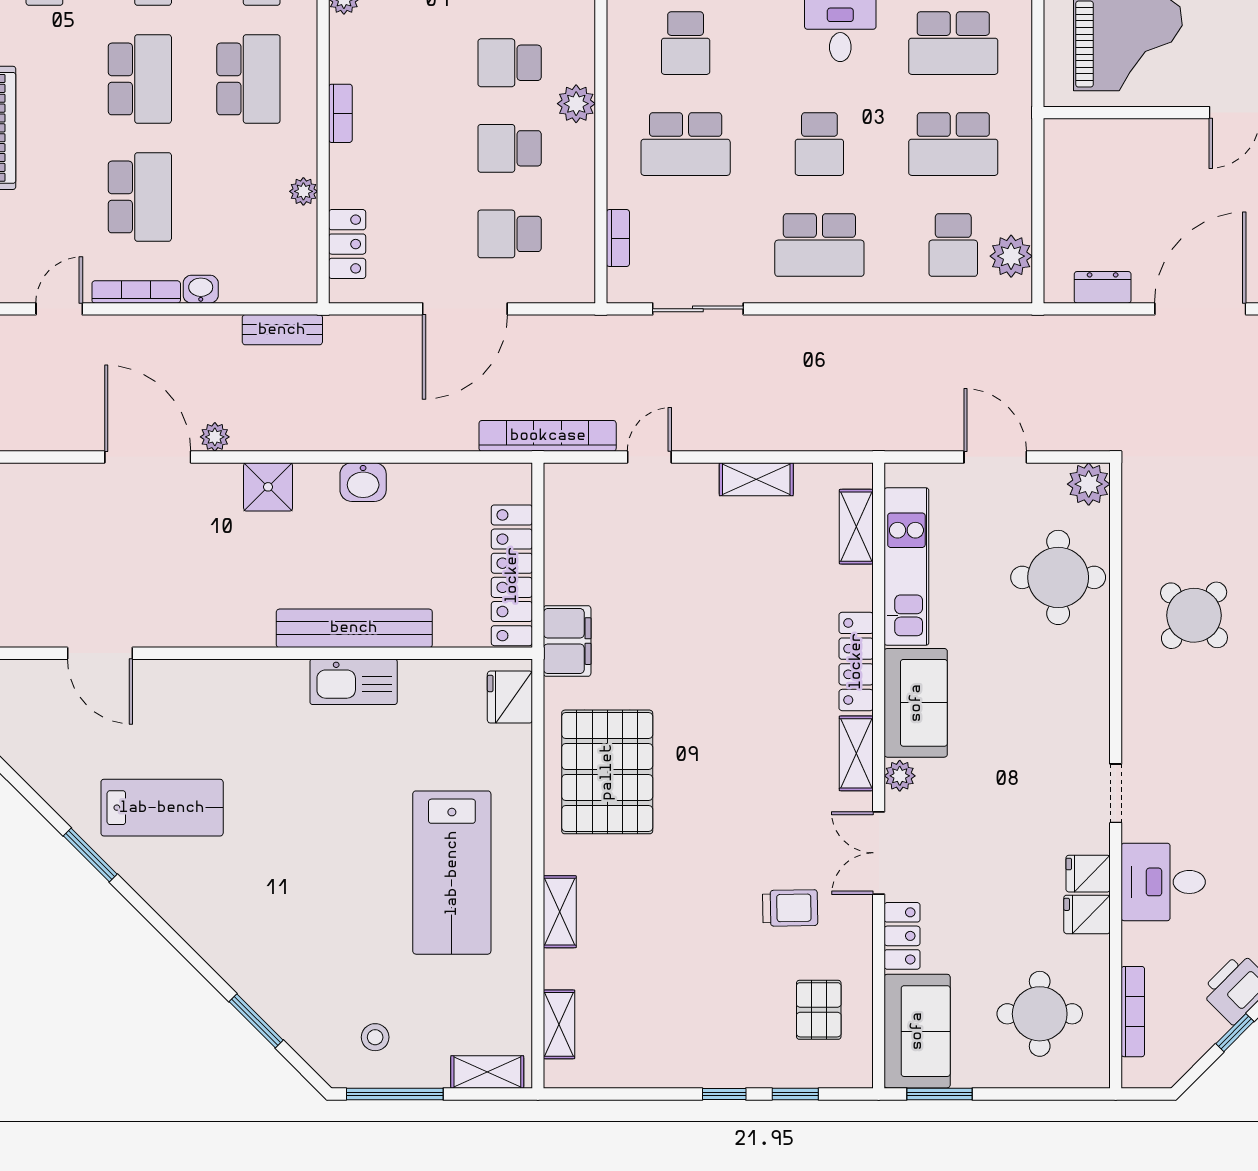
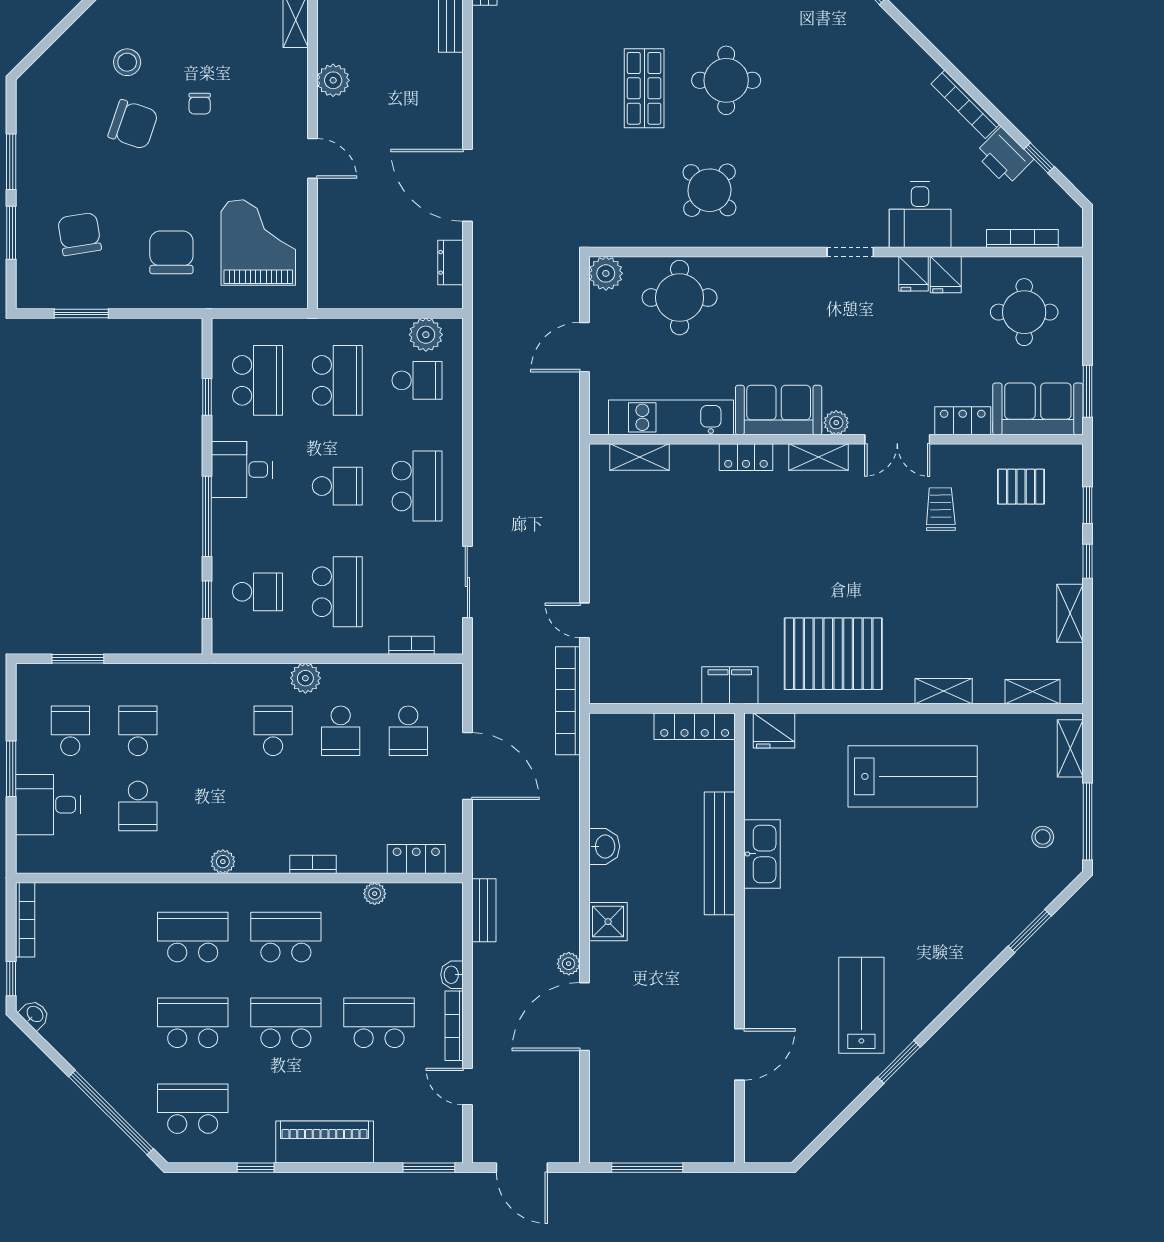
school desk: (510, 63) -> (273, 731), turned 180
shelving: (756, 479) -> (1070, 613), moved
locker: (512, 575) -> (695, 726), width x0.71, depth x0.83
locker: (856, 661) -> (746, 457), width x0.66

